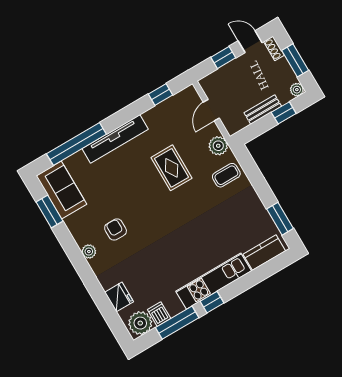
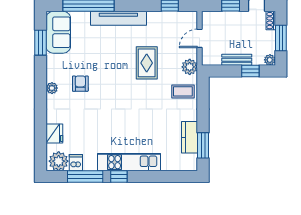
kitchen counter: (264, 253) -> (190, 137), moved, turned -90

